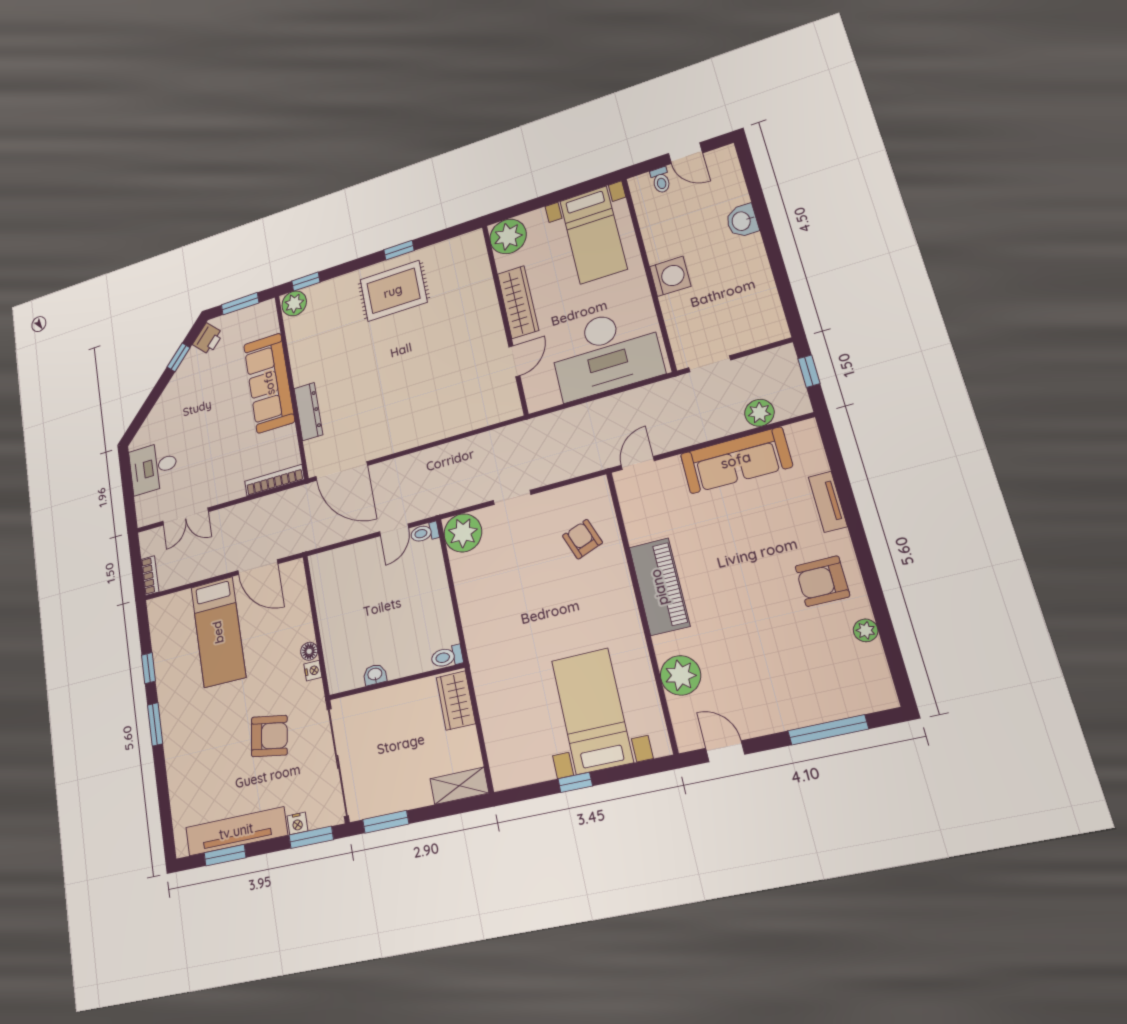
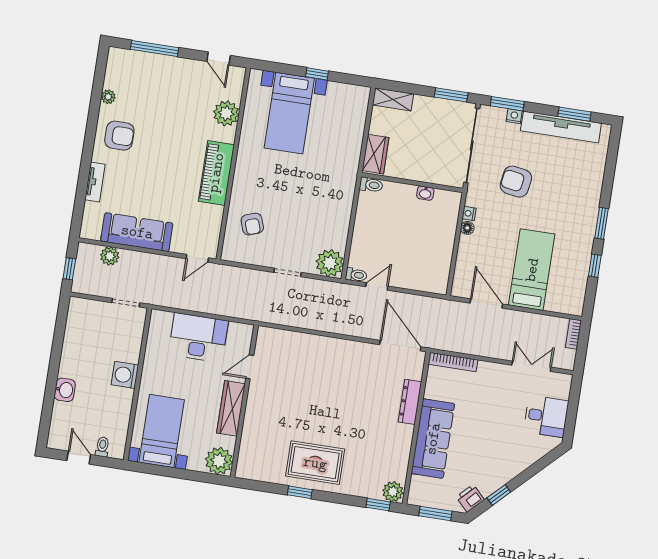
desk: (606, 353) -> (198, 338), width x0.73, depth x0.77

